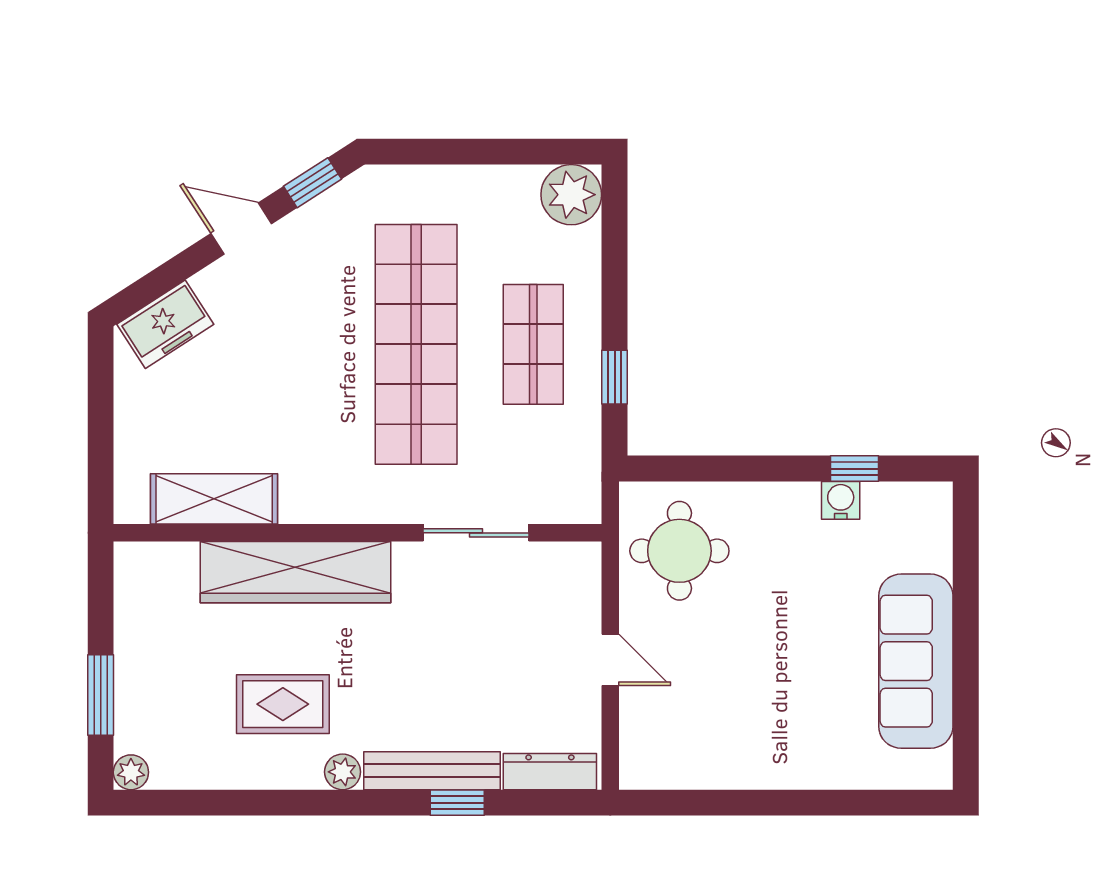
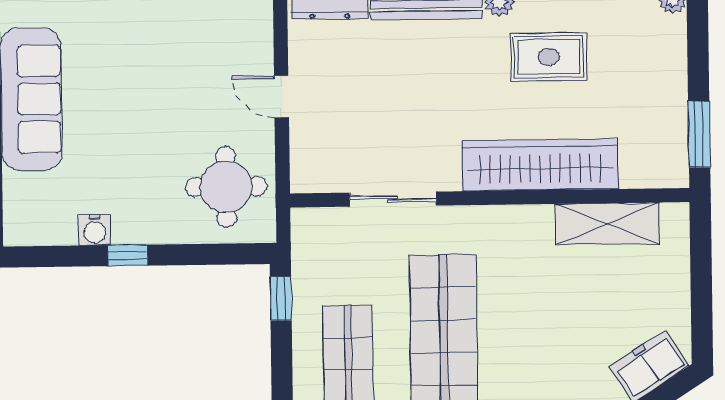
window: (615, 377) -> (281, 298), moved
window: (855, 469) -> (128, 255), moved
window: (101, 695) -> (699, 134), moved

